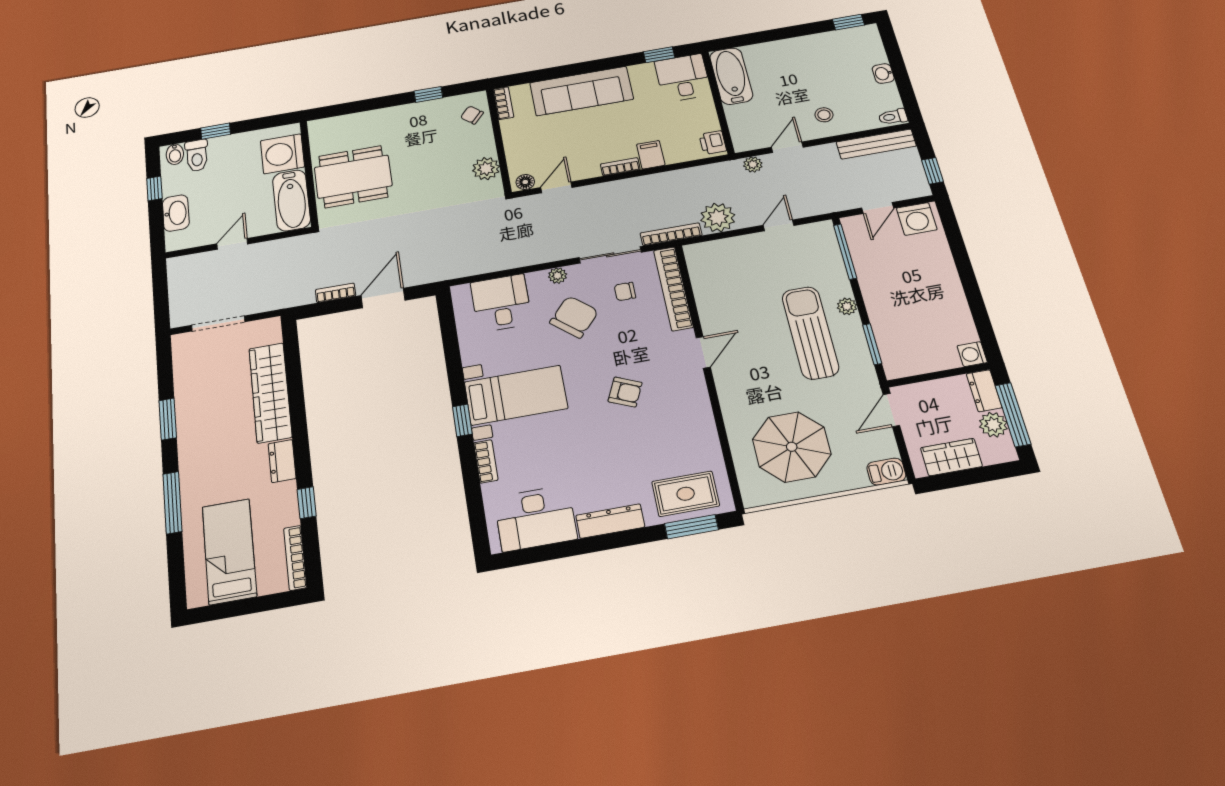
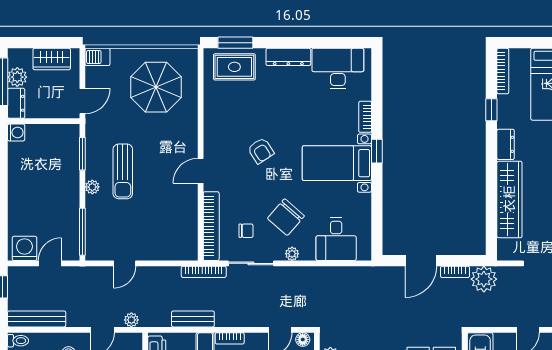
bench: (673, 179) -> (193, 319), added
plant: (718, 218) -> (484, 279), moved
sun lounger: (810, 333) -> (123, 171), width x0.73, depth x0.75
armchair: (625, 392) -> (261, 151), turned -147

